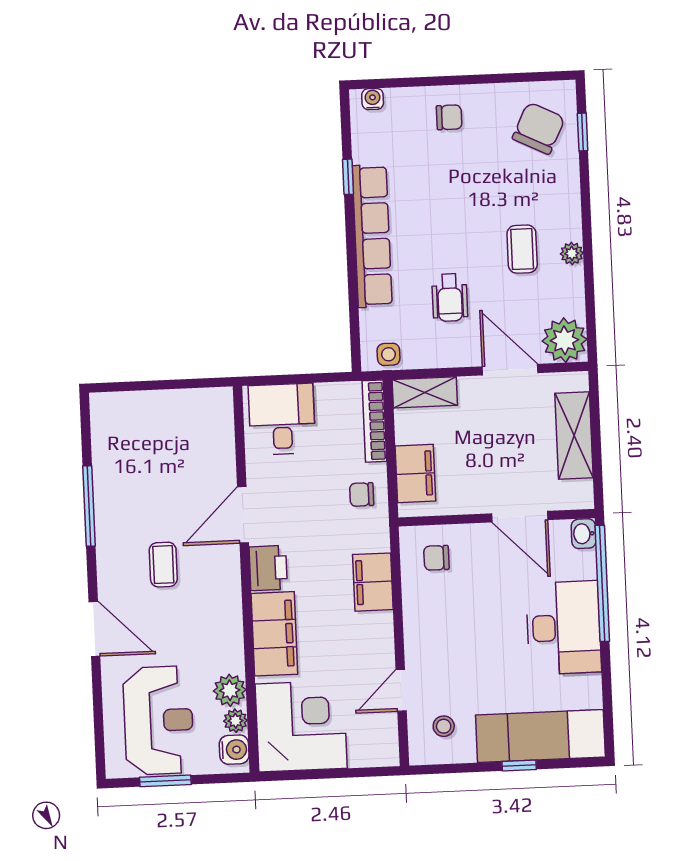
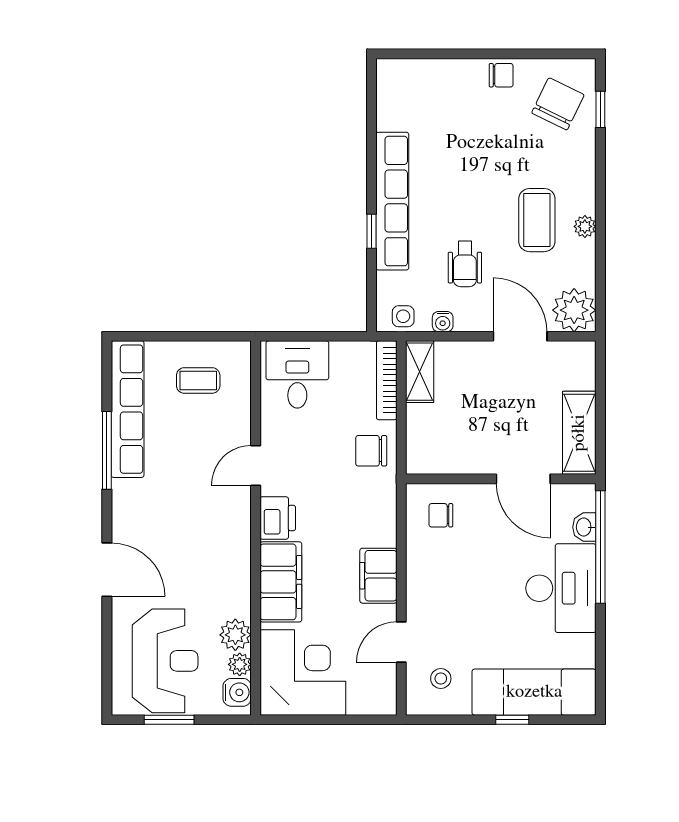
water cooler: (373, 99) -> (443, 322), moved, turned 180
chair: (449, 117) -> (501, 75), moved
window: (348, 177) -> (371, 231), moved
coffee table: (522, 249) -> (537, 220), width x1.36, depth x1.30
shelving: (425, 392) -> (420, 372), moved, turned 90
shelving: (574, 436) -> (579, 433), moved
row of seats: (109, 462) -> (128, 409), added
filing cabinet: (415, 473) -> (424, 433), removed
chair: (362, 494) -> (371, 451), width x1.37, depth x1.37
door: (243, 515) -> (256, 465), width x0.73
washbasin: (584, 534) -> (584, 527), moved
coffee table: (163, 565) -> (198, 380), moved, turned 90
filing cabinet: (373, 582) -> (378, 576), moved

